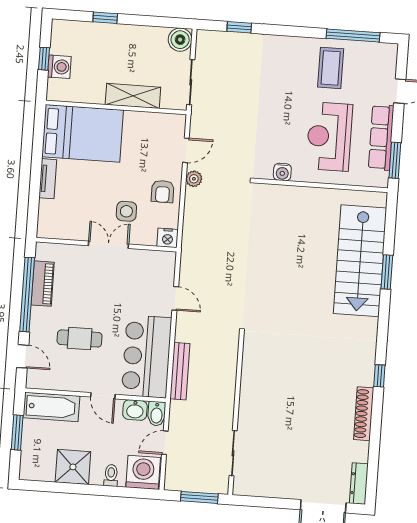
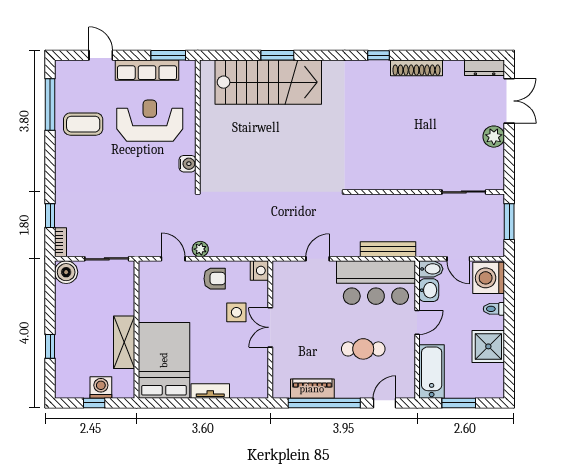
bookcase: (211, 36) -> (61, 242), added
shelving: (133, 96) -> (124, 342), moved
reception desk: (329, 137) -> (150, 121), turned 180
cafe table: (80, 338) -> (363, 349), turned 90
plant: (288, 488) -> (494, 137), added

